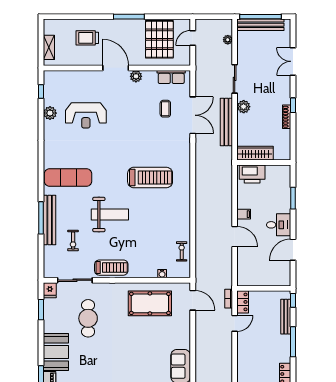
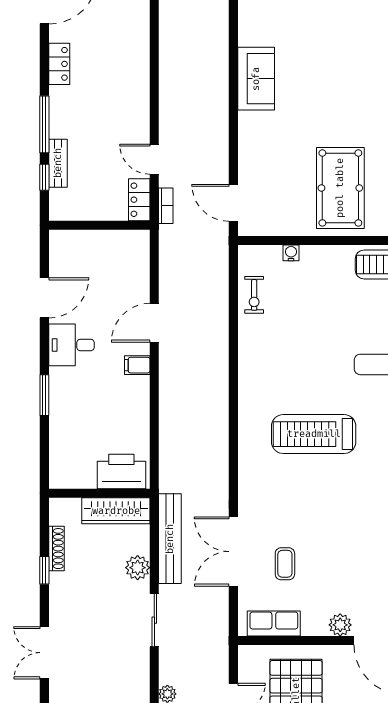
double door: (293, 61) -> (44, 653), swing flipped
wardrobe: (255, 153) -> (116, 511), moved
wall: (264, 162) -> (99, 493), moved
printer: (252, 174) -> (121, 472), moved
door: (235, 237) -> (154, 323), hinge flipped
window: (293, 300) -> (44, 177), moved
pool table: (150, 303) -> (340, 188), moved, turned 90
bench: (286, 317) -> (58, 163), width x0.73
door: (235, 323) -> (154, 159), hinge flipped

